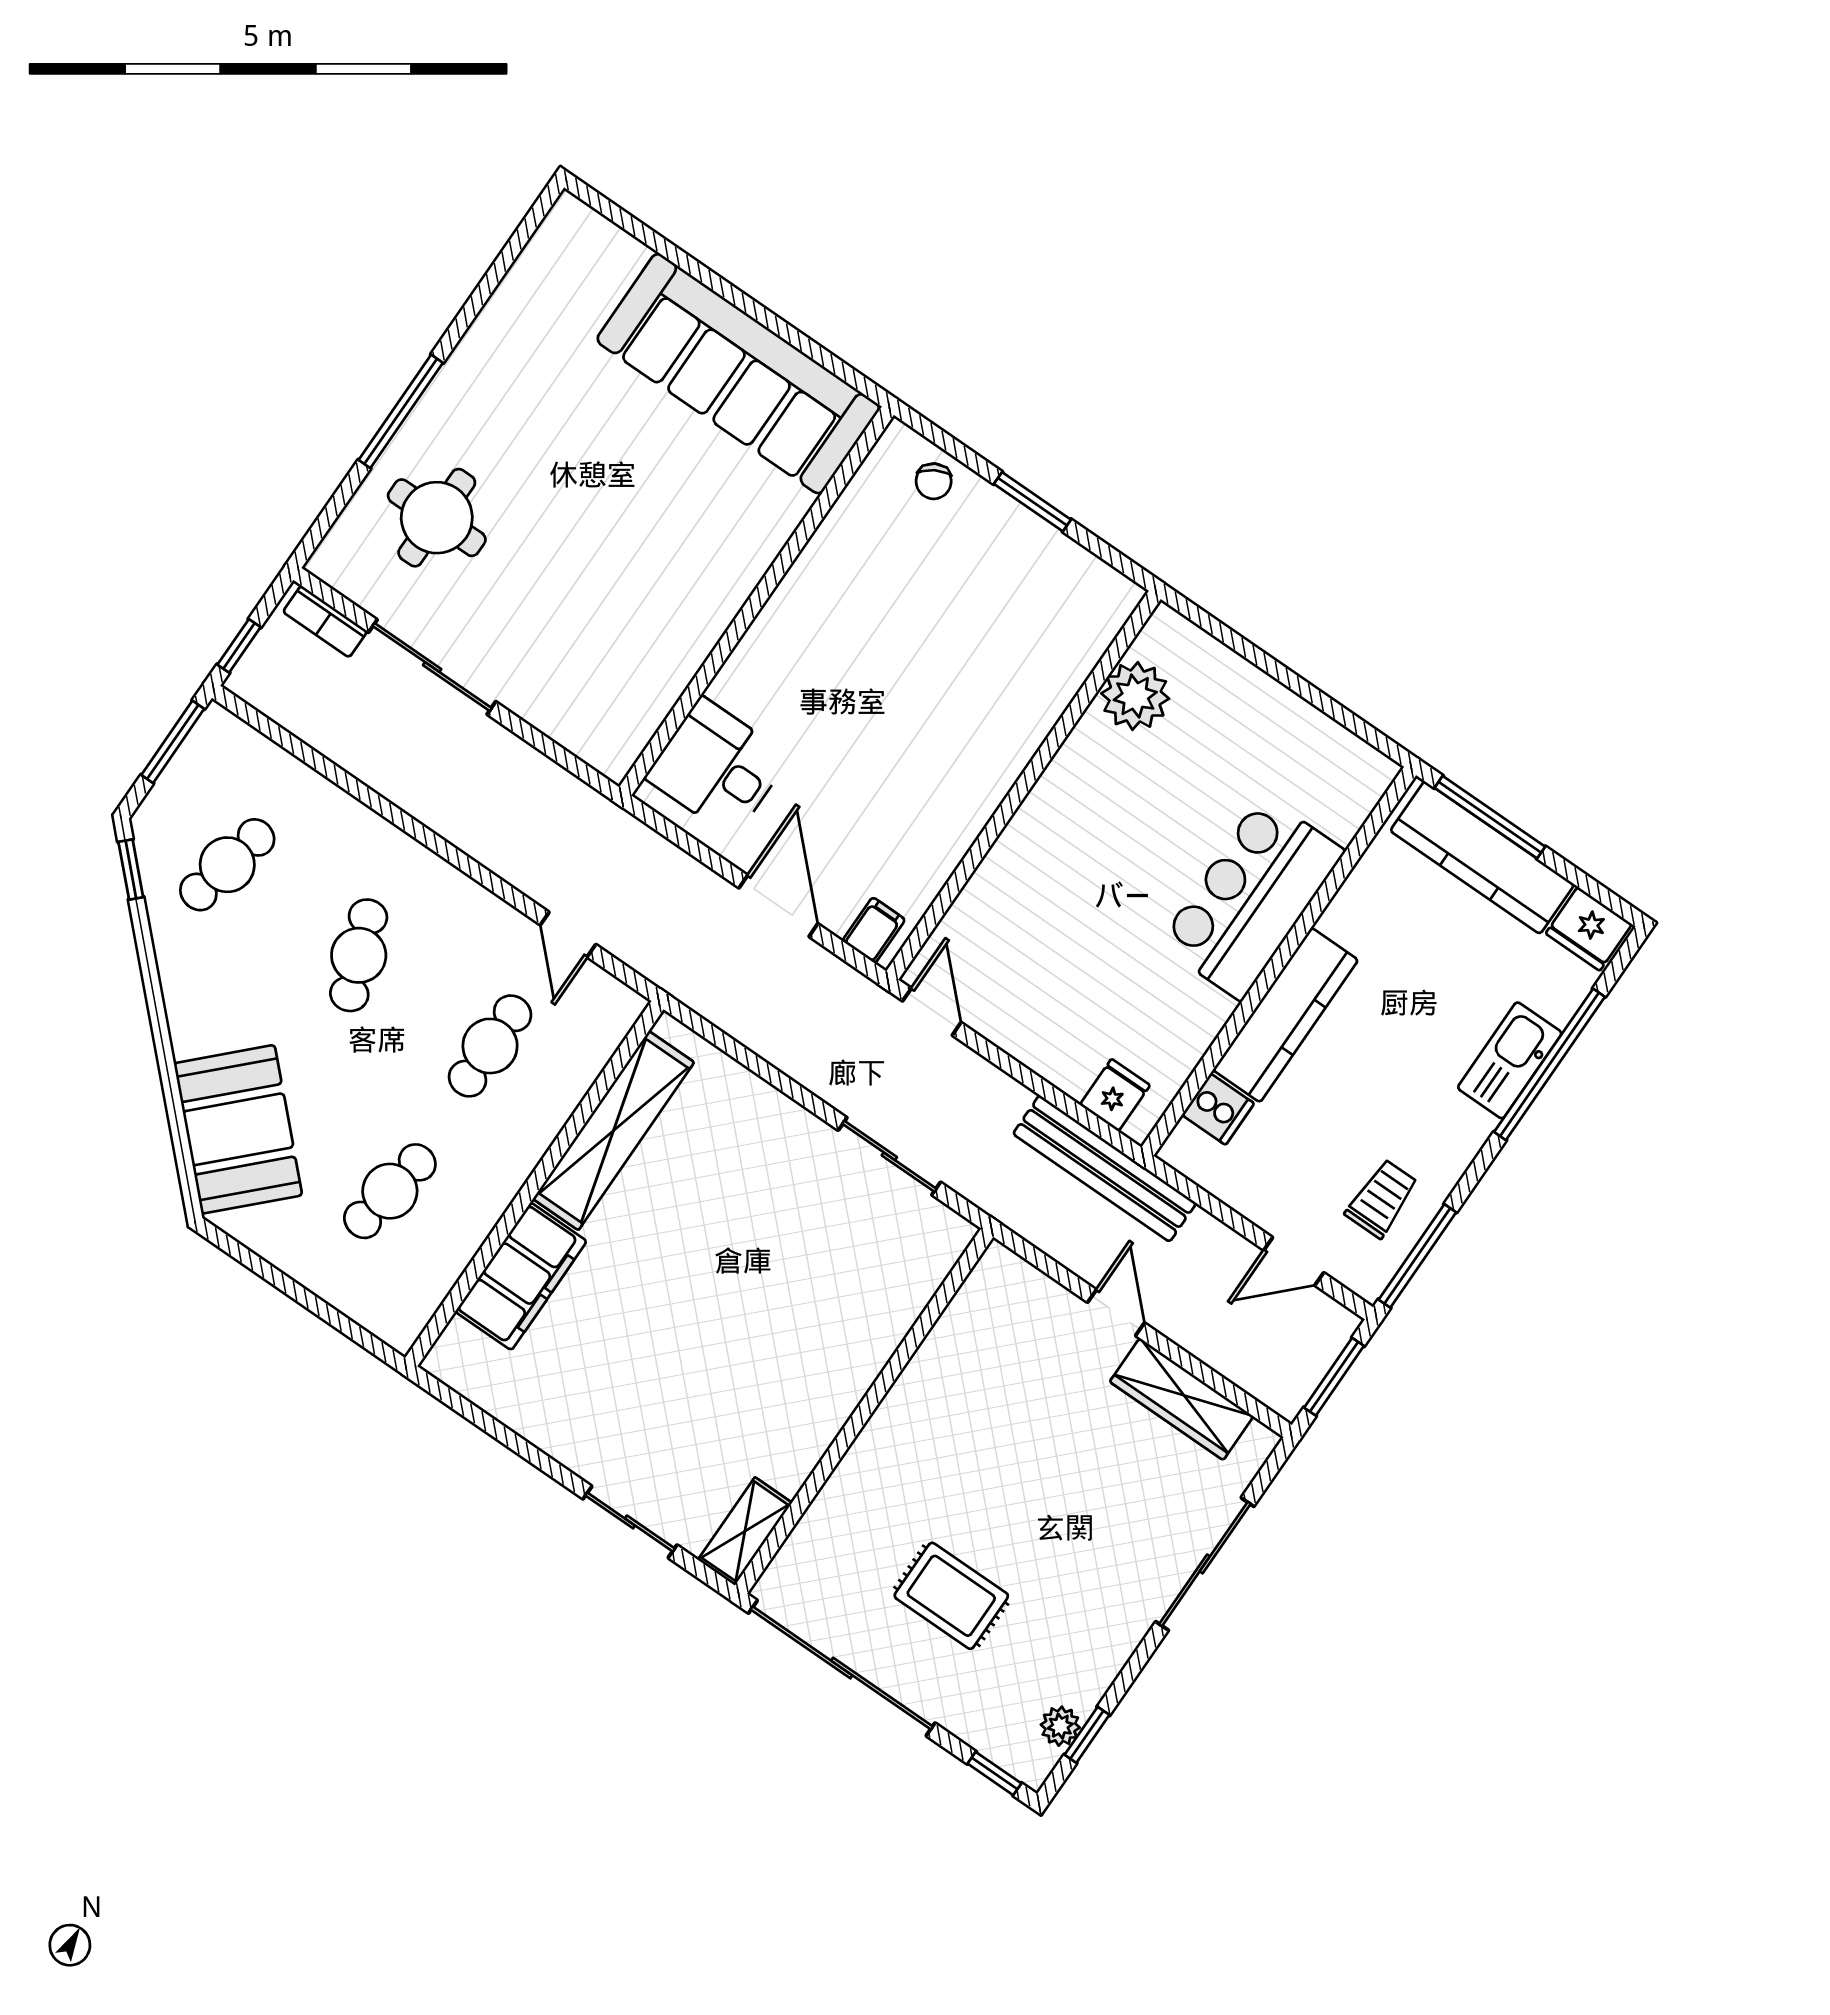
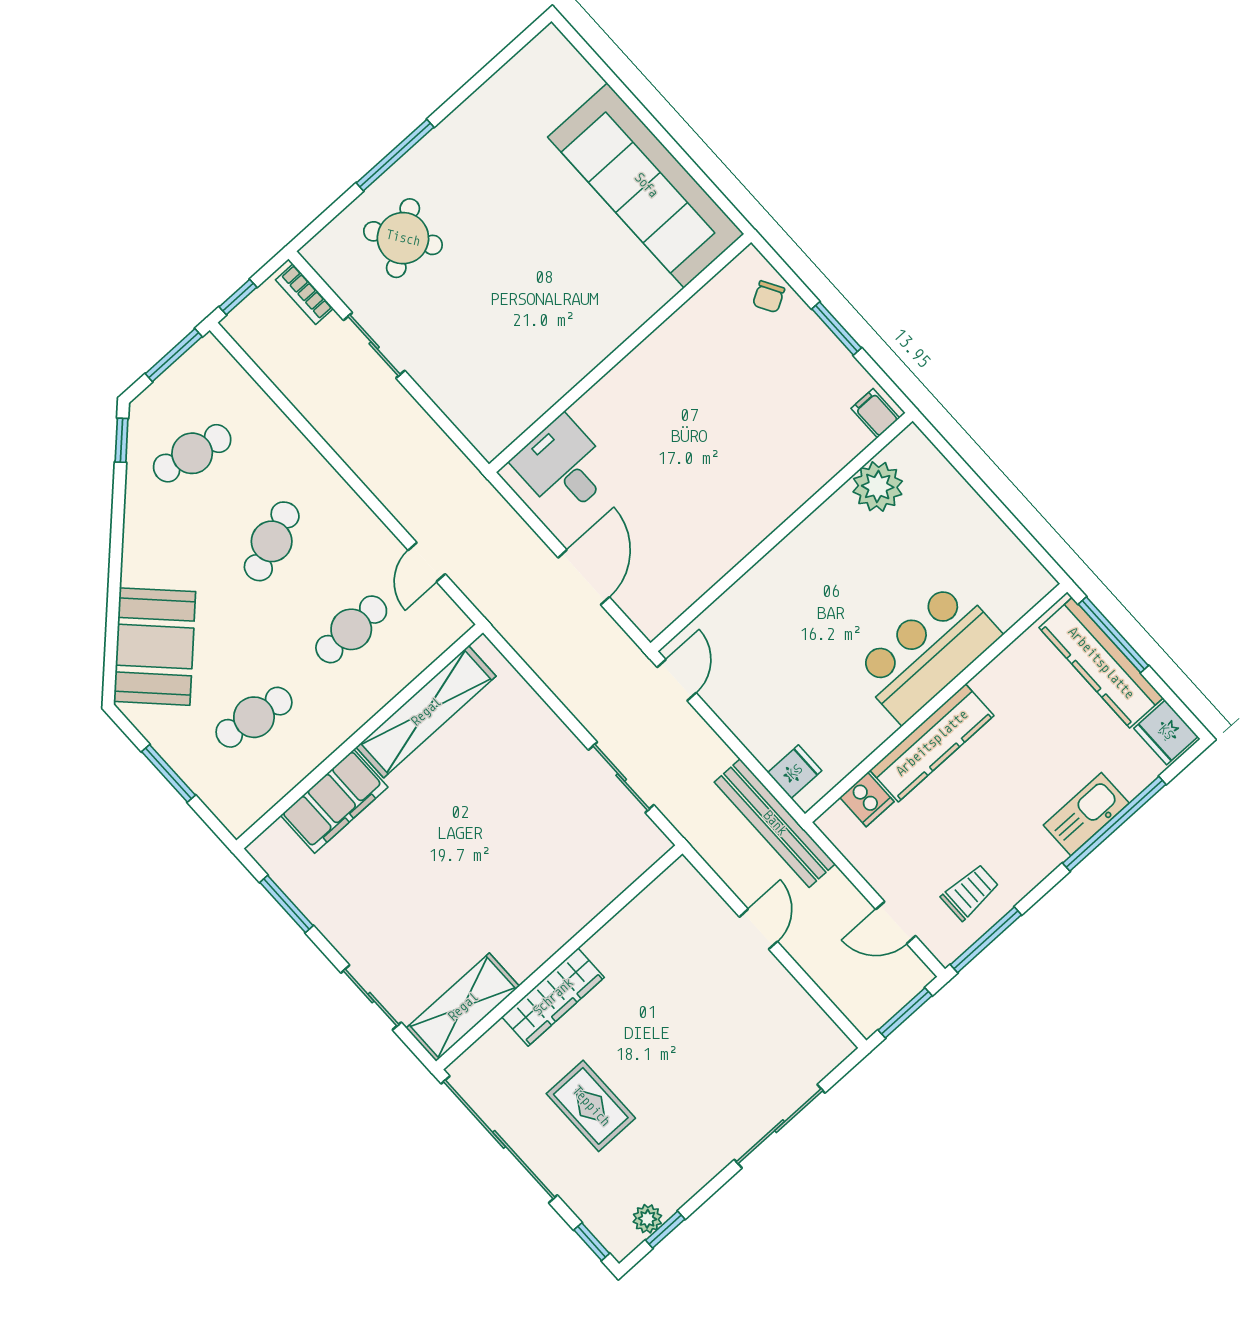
round table: (437, 518) -> (403, 238), turned -35
sliding door: (432, 667) -> (374, 345), width x0.73
filing cabinet: (874, 930) -> (875, 413), moved, turned -90
window: (295, 1291) -> (168, 773), added
wardrobe: (1182, 1399) -> (553, 997), moved, turned -90
window: (490, 1426) -> (286, 904), added
shelving: (745, 1531) -> (463, 1007), width x1.50, depth x1.33

